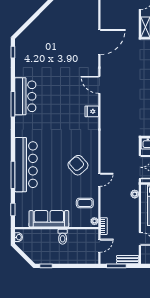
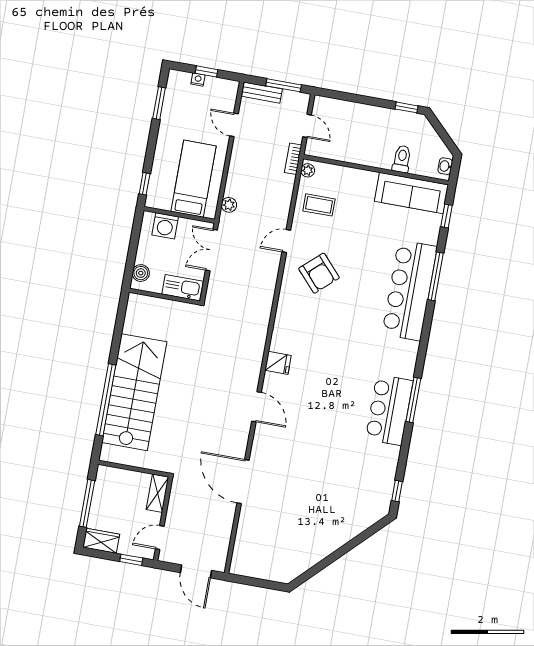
door: (99, 42) -> (243, 482), hinge flipped
sofa: (49, 219) -> (411, 193), moved
toilet: (63, 237) -> (402, 159), moved
door: (99, 246) -> (307, 126), swing flipped

